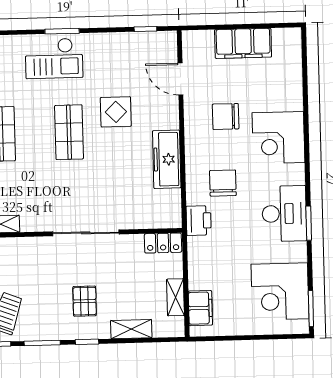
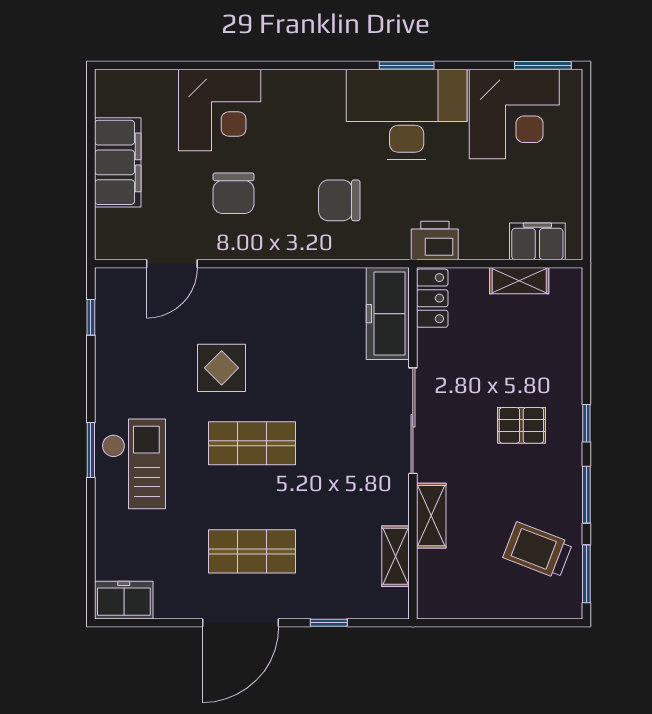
corner desk: (278, 138) -> (220, 110), moved
freezer: (167, 159) -> (388, 314), moved, turned 90
desk: (284, 214) -> (407, 114), width x1.36, depth x1.30
printer: (199, 221) -> (435, 241), moved
shelving: (131, 329) -> (431, 516), moved

